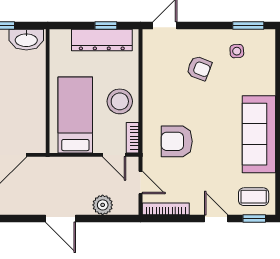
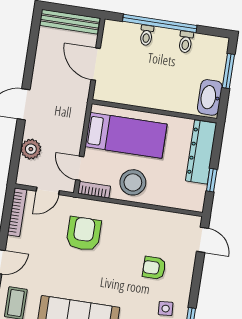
dresser: (102, 40) -> (201, 152), moved
armchair: (199, 68) -> (154, 268), turned 69
door: (114, 155) -> (80, 168), hinge flipped

